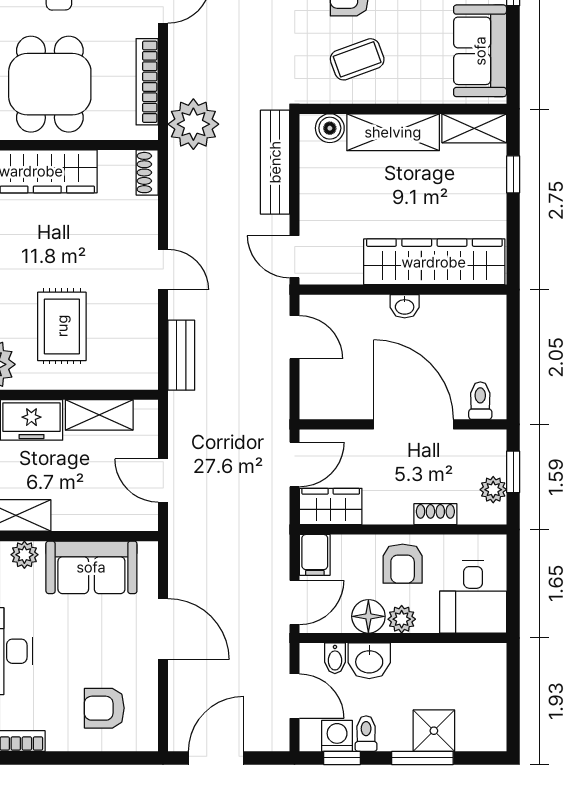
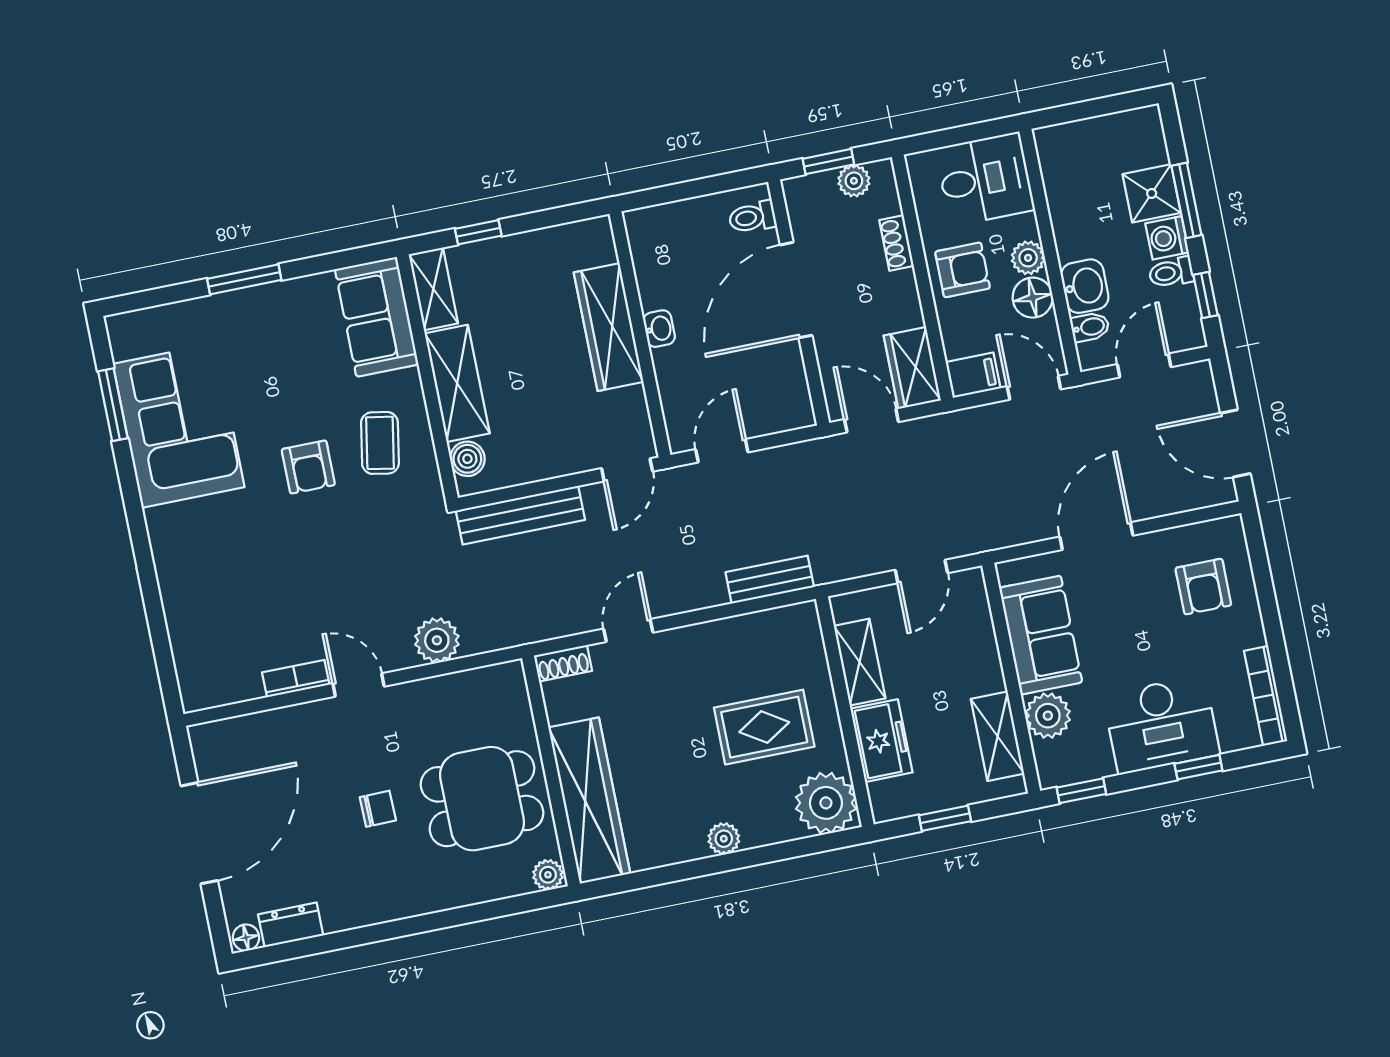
sofa: (480, 51) -> (377, 317), moved, turned 90
coffee table: (357, 59) -> (380, 443), turned 30
bookcase: (147, 82) -> (456, 685), removed
plant: (193, 124) -> (437, 640), moved, width x0.73, depth x0.73
wardrobe: (434, 262) -> (609, 327), width x0.71, depth x0.85
door: (163, 270) -> (628, 631), moved
plant: (24, 555) -> (1048, 716), width x1.38, depth x1.38
washing machine: (337, 736) -> (1167, 238), moved

